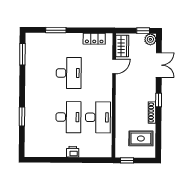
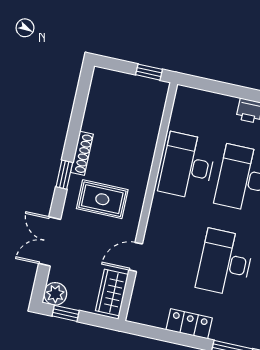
locker: (94, 39) -> (189, 324), moved
rug: (141, 138) -> (102, 199), moved

